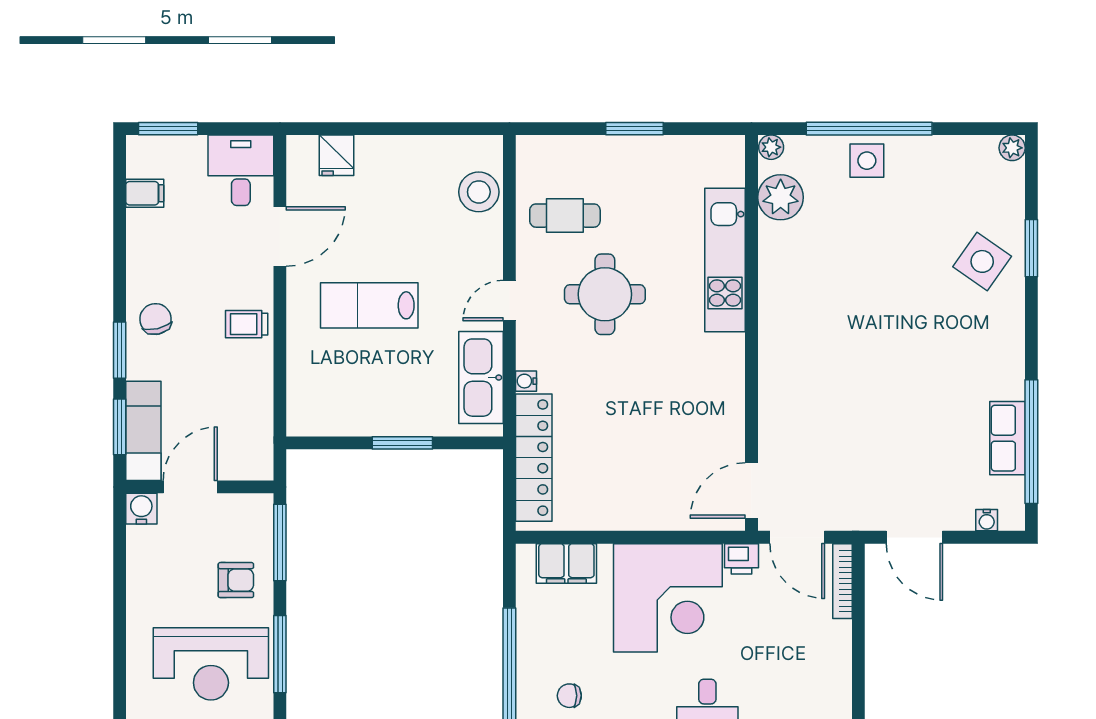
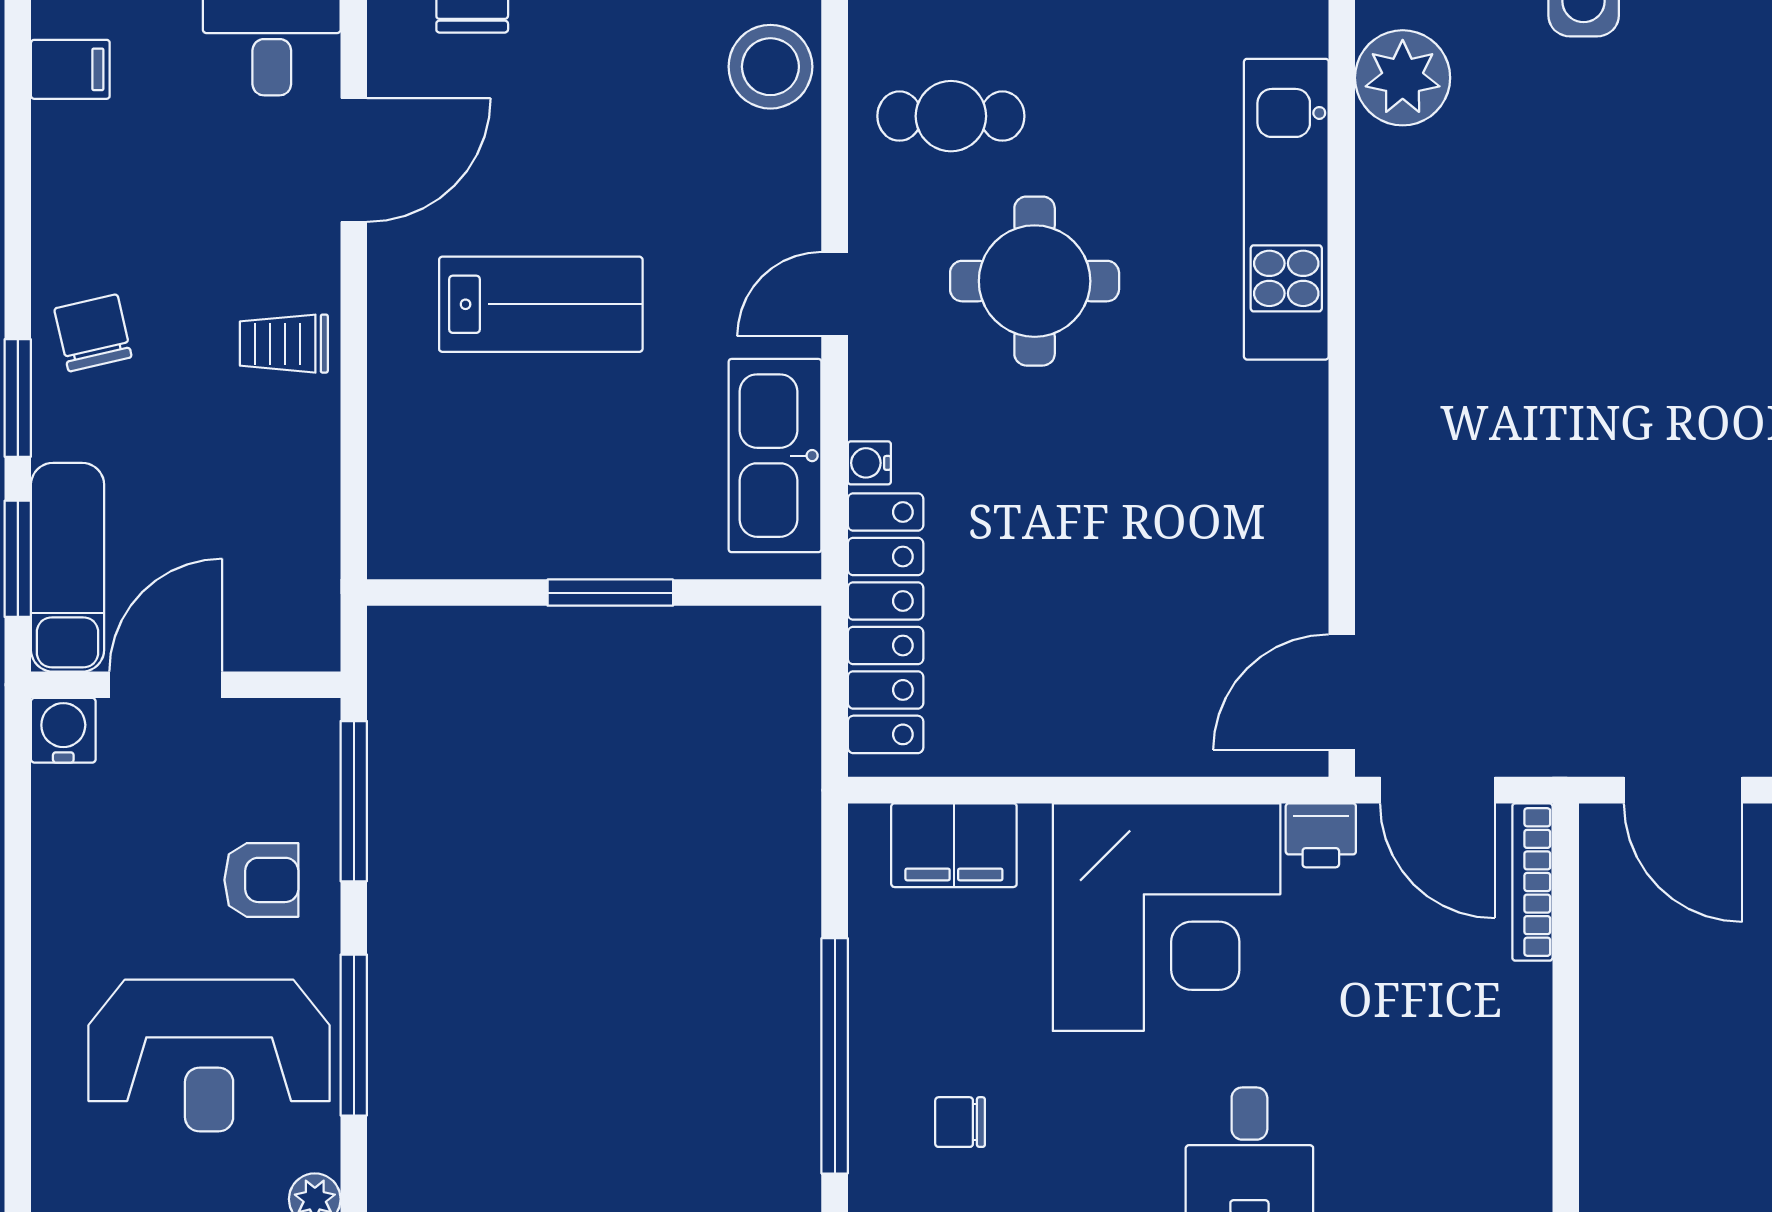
lab bench: (369, 305) -> (541, 304), turned 180

